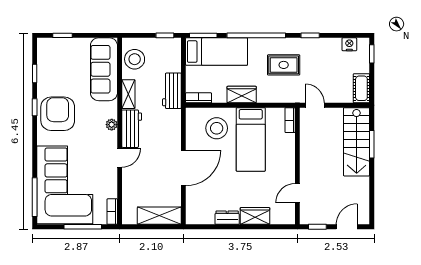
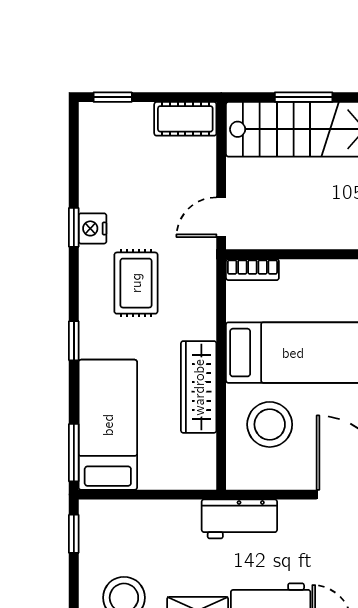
window: (256, 35) -> (74, 341), width x0.32
nightstand: (349, 44) -> (92, 228), moved
workbench: (172, 91) -> (239, 519), moved
wardrobe: (242, 95) -> (199, 387), width x1.50
bookcase: (199, 98) -> (205, 463), removed

